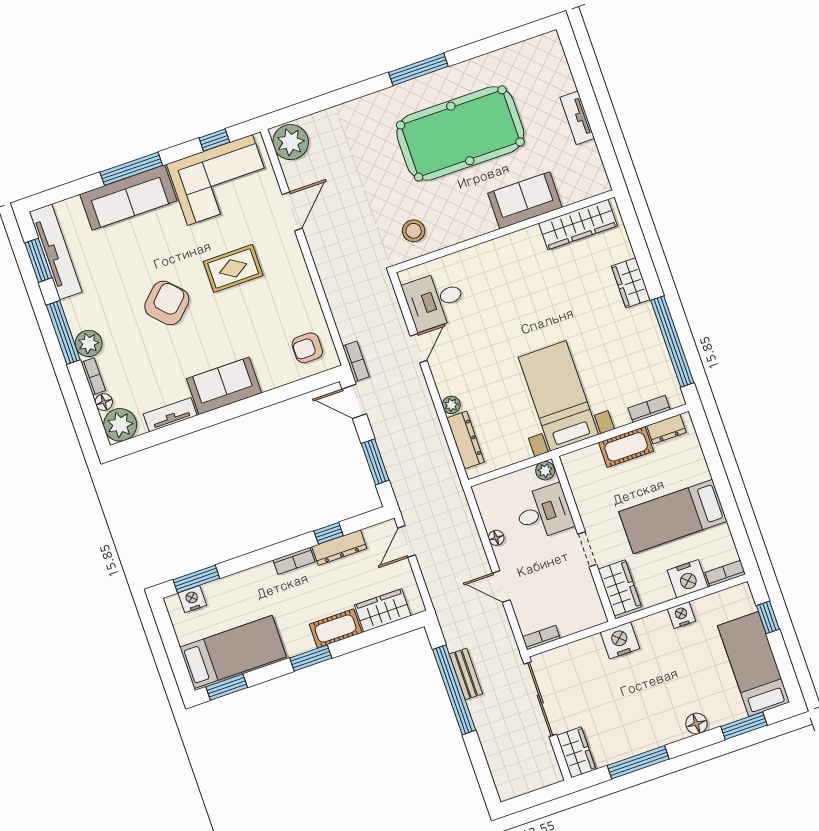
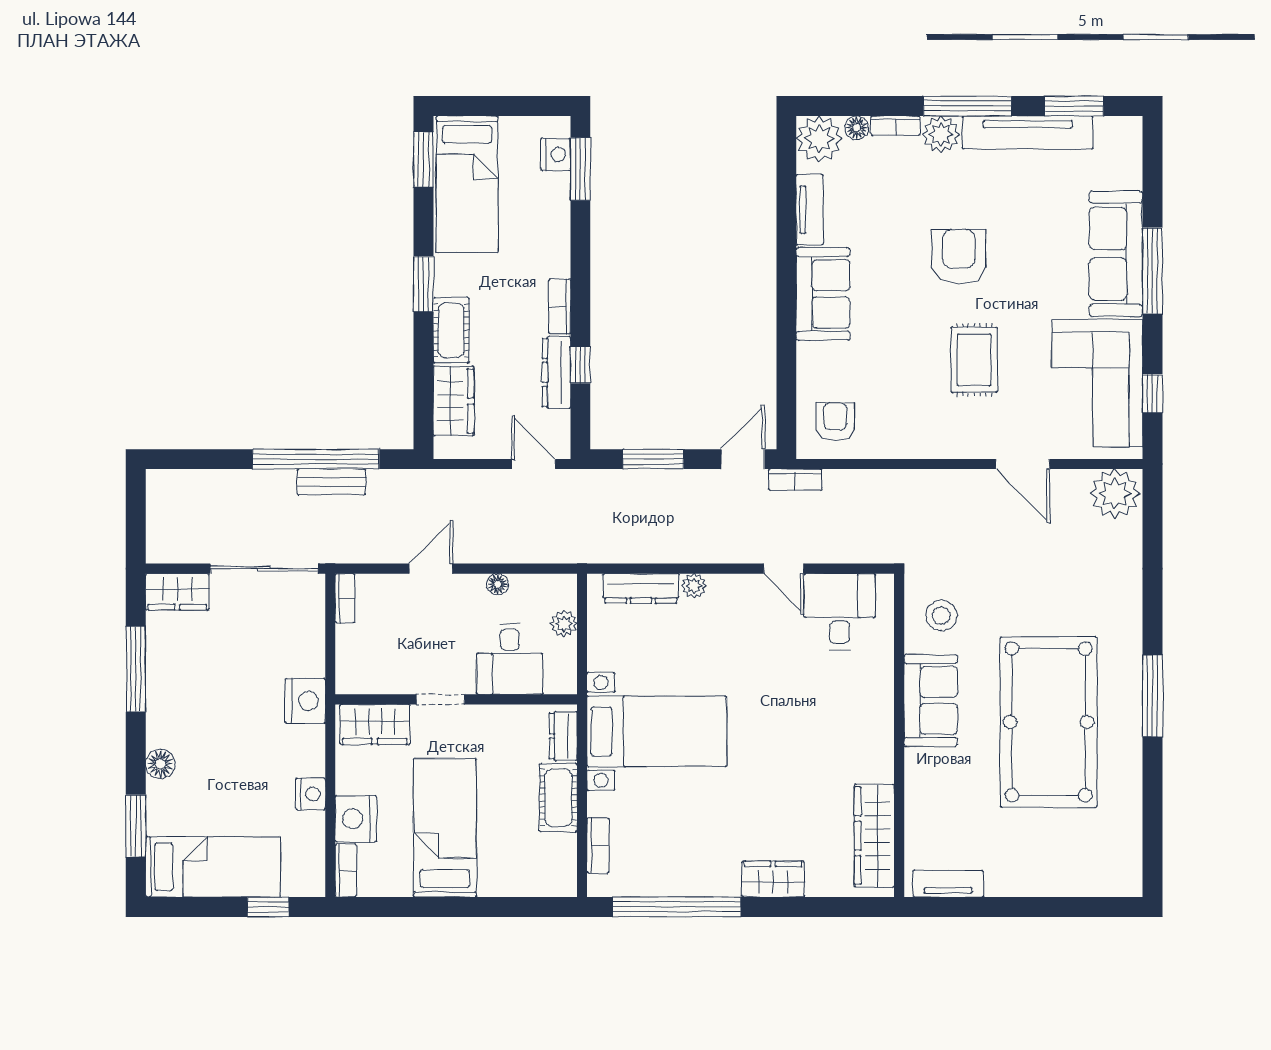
tv unit: (577, 118) -> (948, 884), moved
sofa: (525, 200) -> (931, 700), moved
tv unit: (55, 252) -> (1028, 133), moved
armchair: (167, 303) -> (959, 256), turned -136
dresser: (667, 429) -> (563, 736), moved
plant: (545, 471) -> (564, 624), moved

